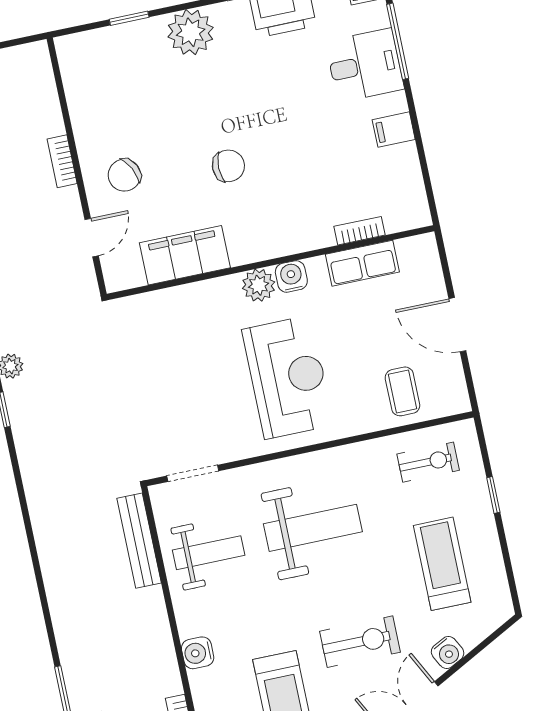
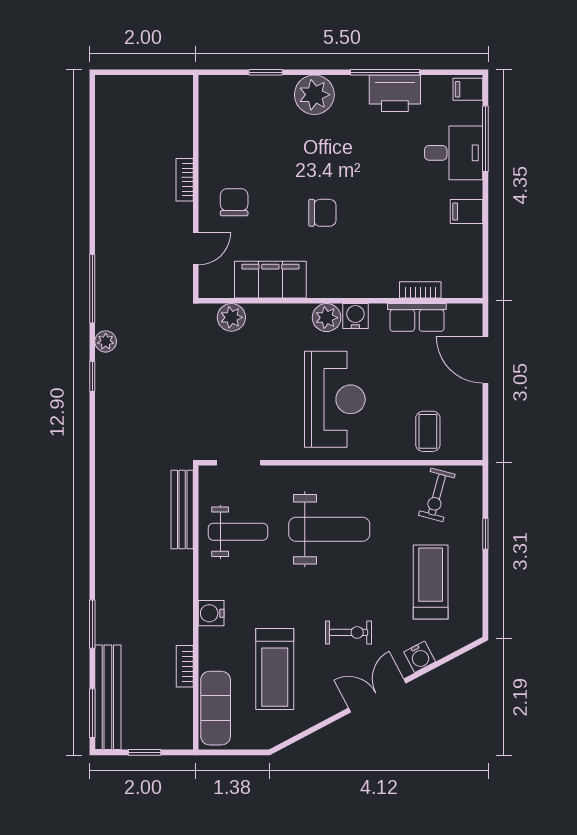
chair: (124, 175) -> (234, 202), turned 117
plant: (149, 308) -> (231, 317), added
door: (457, 325) -> (485, 360), moved
exercise bike: (428, 462) -> (437, 495), turned 105
exercise bike: (360, 642) -> (349, 632), width x0.73, depth x0.72

